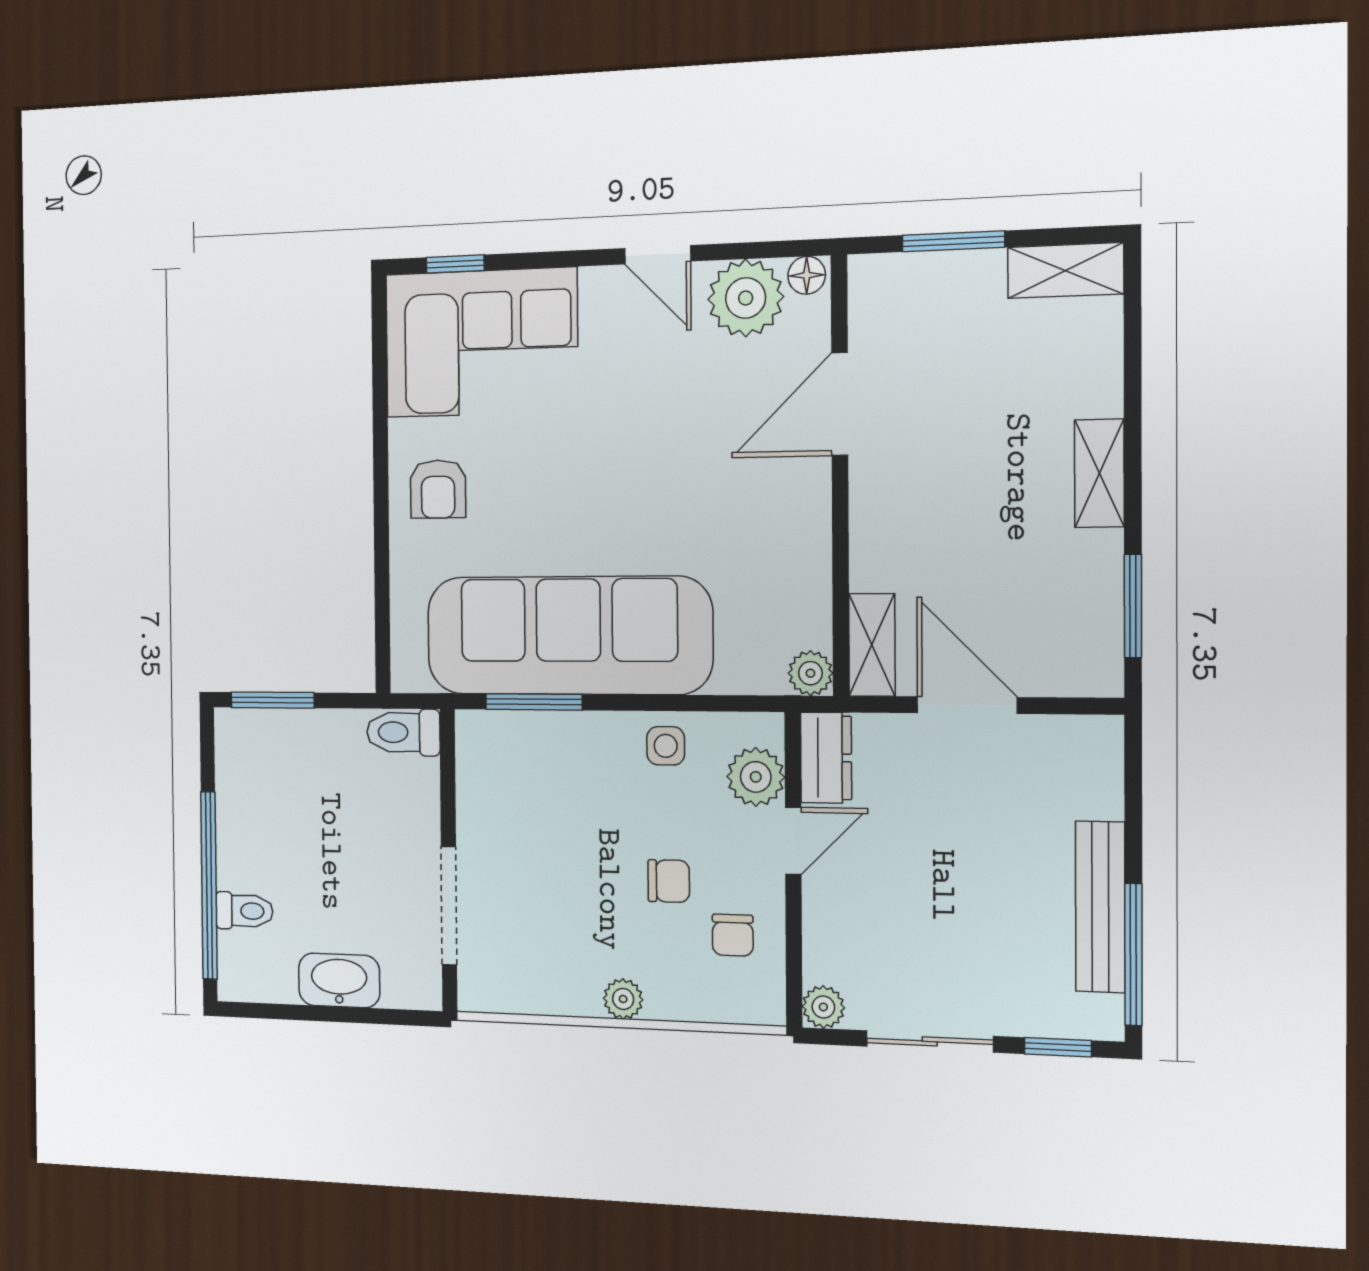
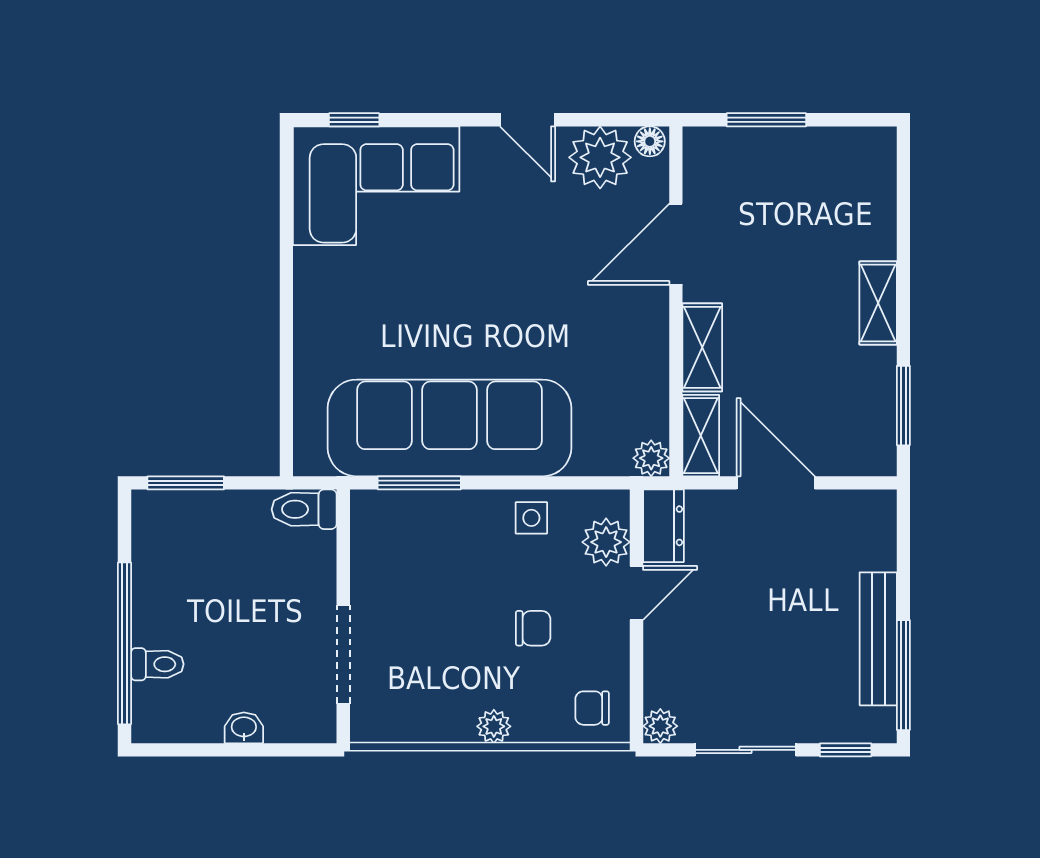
shelving: (1066, 271) -> (702, 347), moved, turned 90
armchair: (438, 489) -> (337, 306), removed
chair: (733, 935) -> (592, 708), moved, turned 90
washbasin: (339, 980) -> (244, 728), width x0.52, depth x0.69

